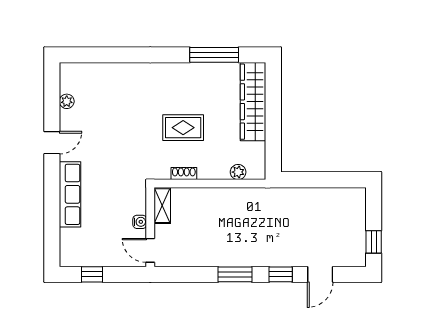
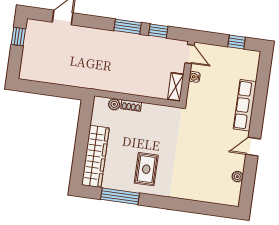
rug: (183, 128) -> (146, 169), moved, turned 90
shoe rack: (184, 174) -> (131, 106), moved
window: (281, 274) -> (158, 31), moved

